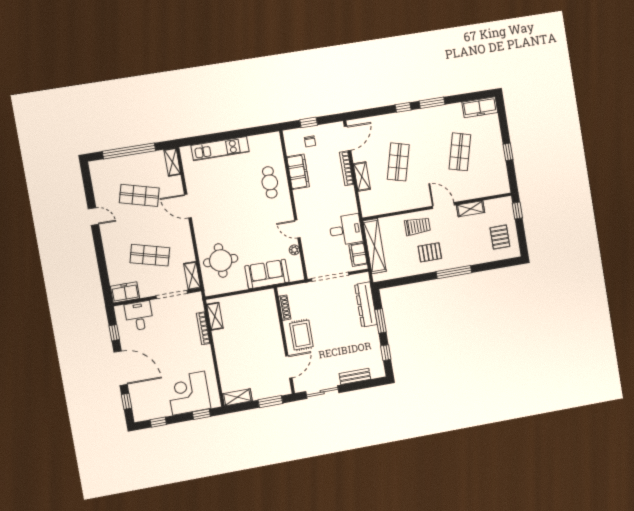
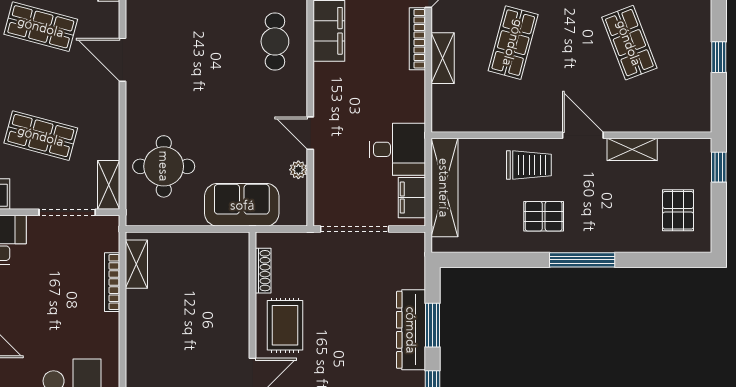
shop shelf: (460, 152) -> (629, 43), turned -36
dresser: (366, 304) -> (411, 330), moved

